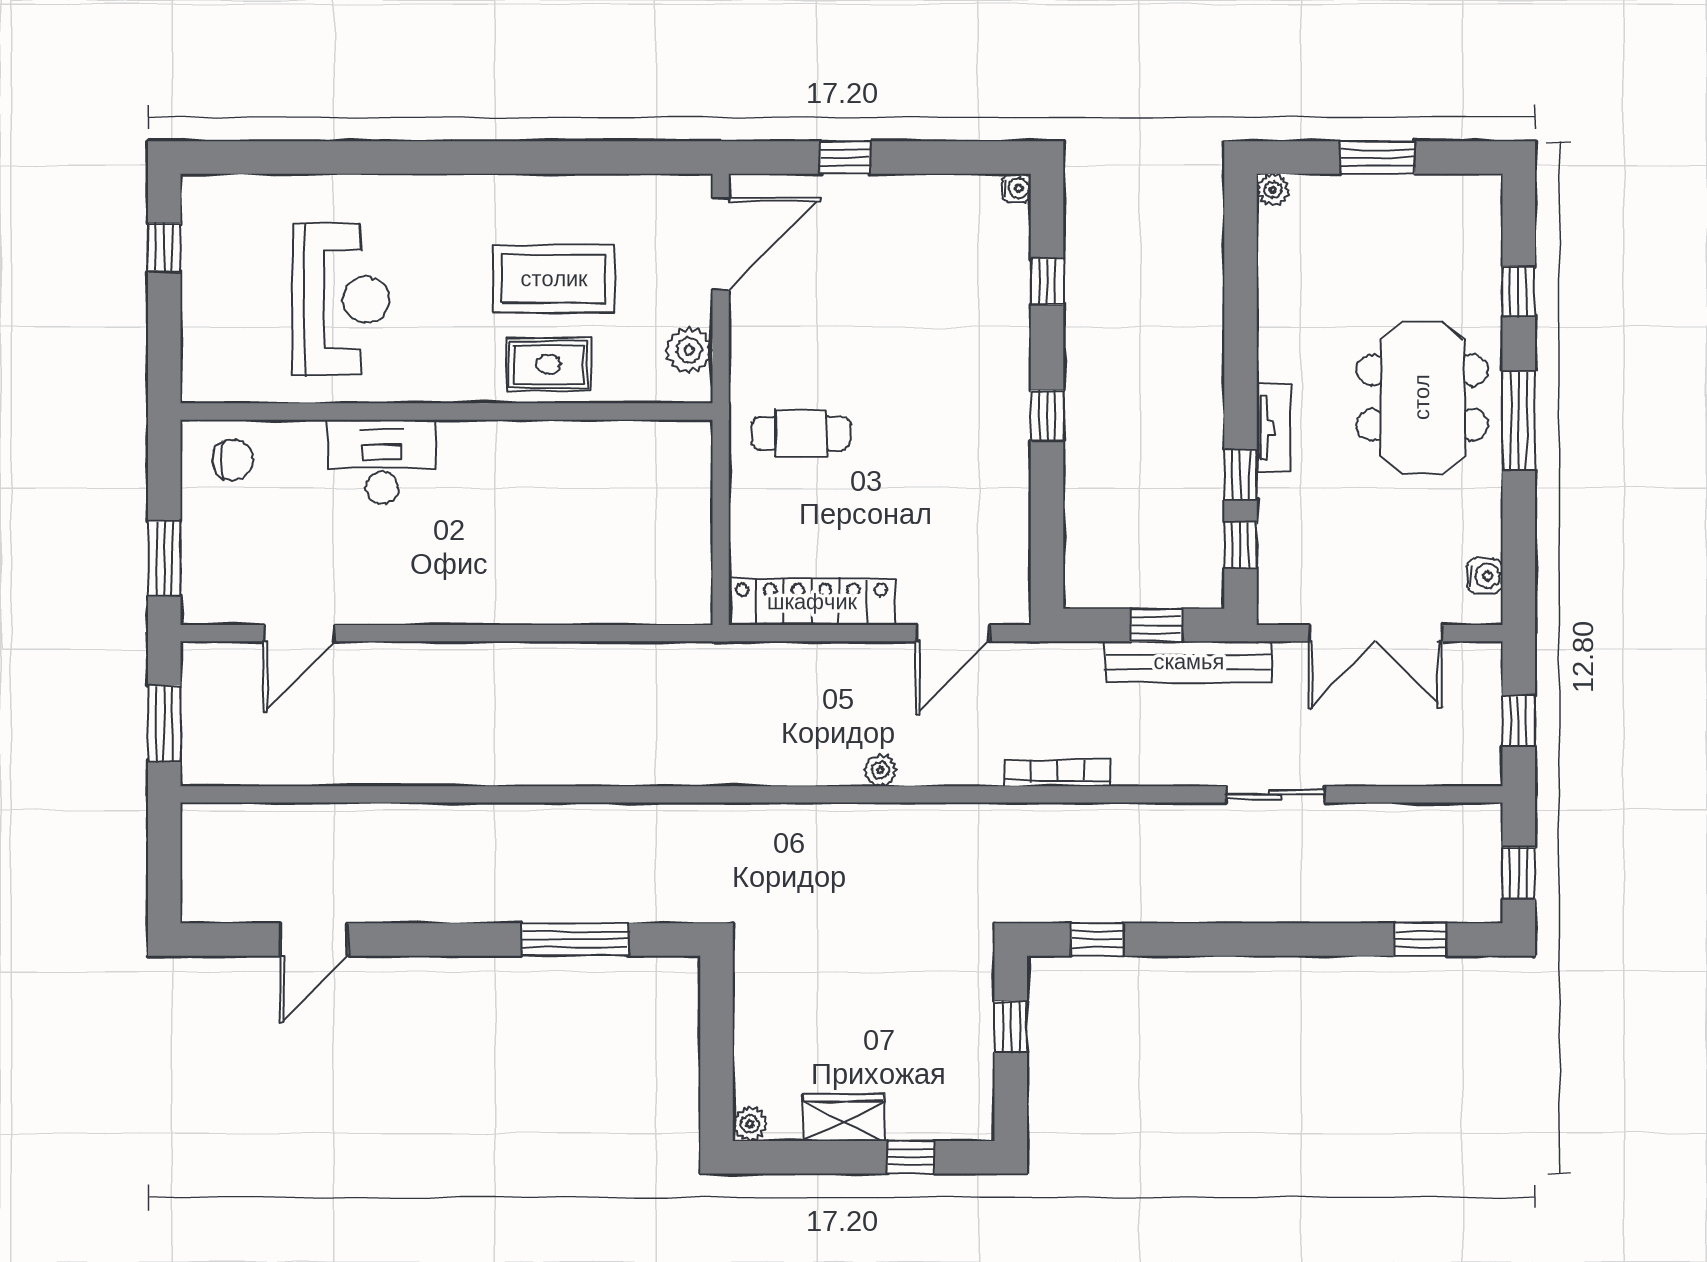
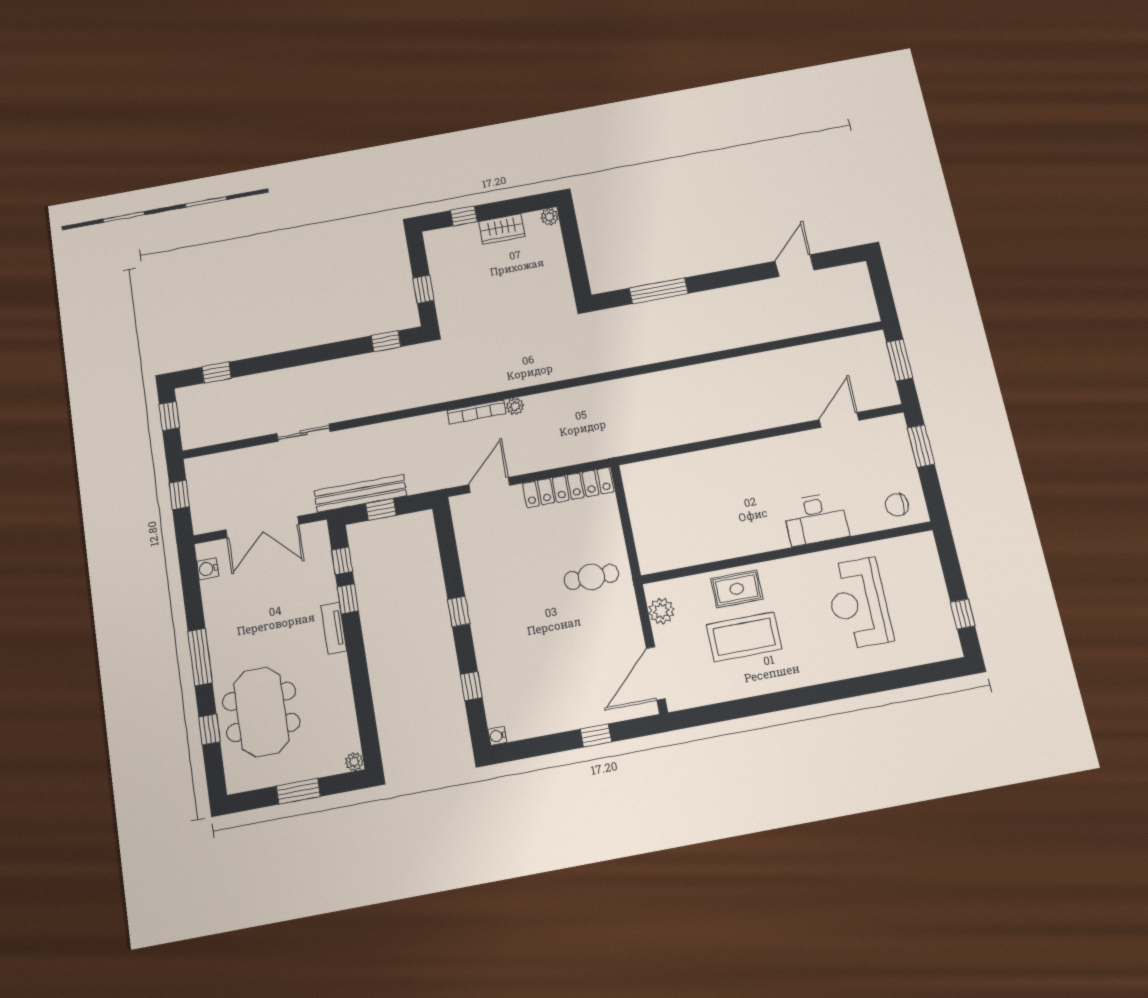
meeting table: (1422, 397) -> (261, 712), moved
double door: (1376, 633) -> (262, 527), swing flipped
bookcase: (1057, 773) -> (476, 412), moved

